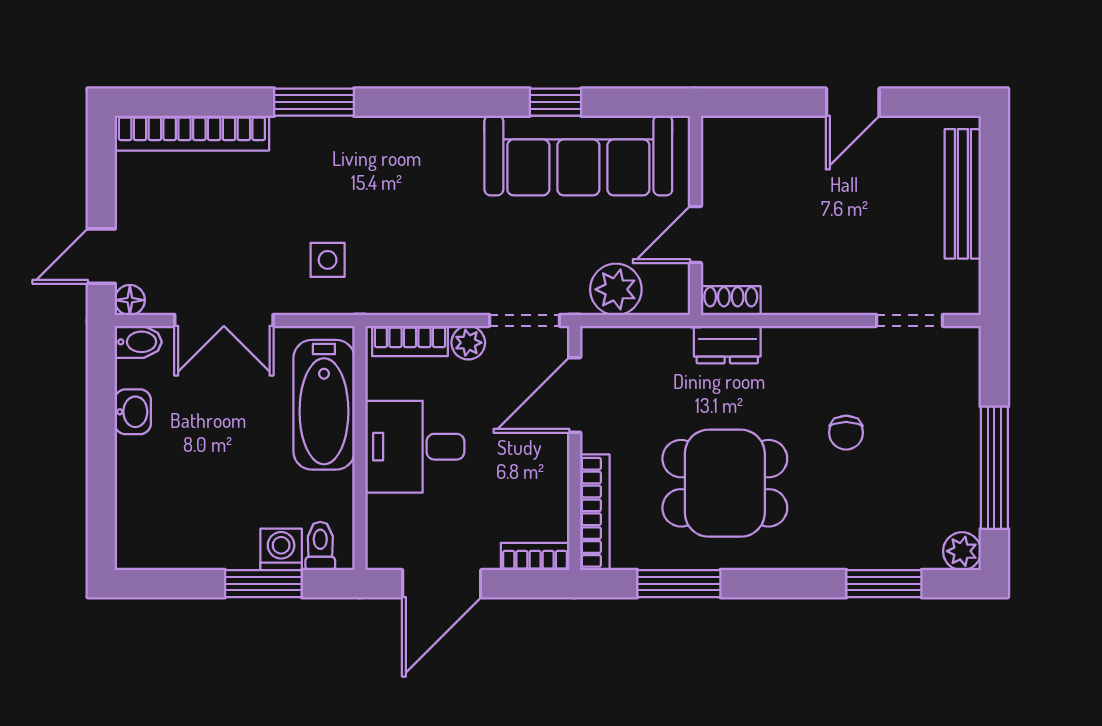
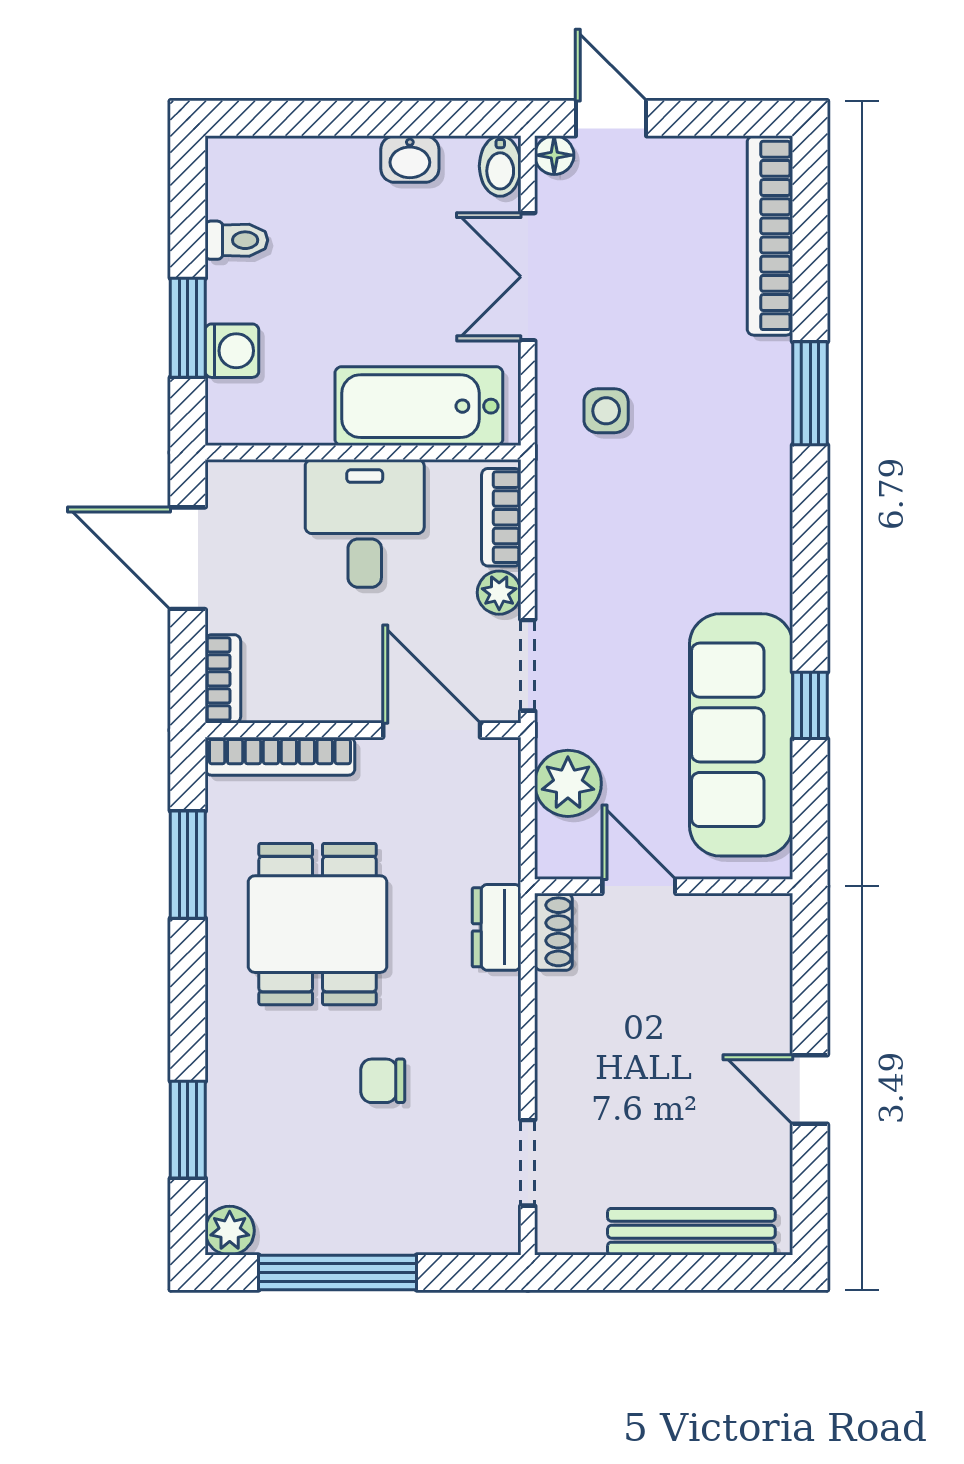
toilet: (320, 546) -> (236, 240), moved

